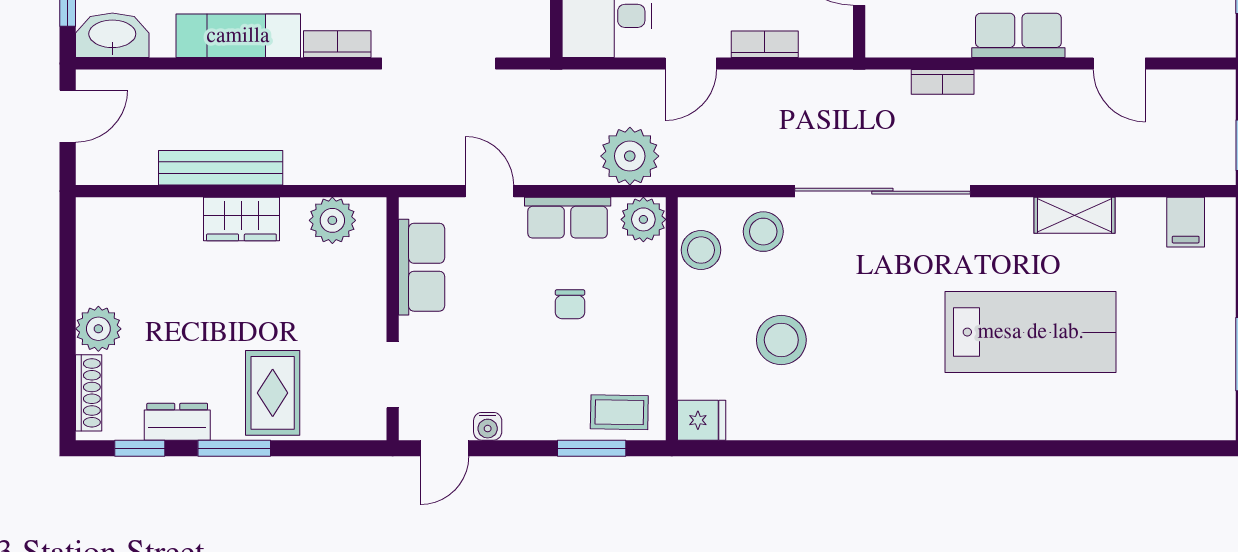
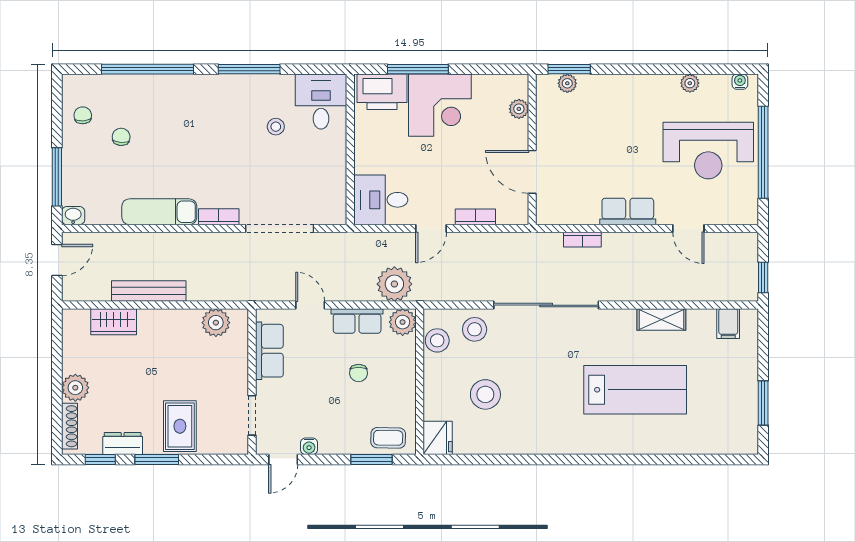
washbasin: (112, 35) -> (73, 216), width x0.52, depth x0.69
wardrobe: (241, 219) -> (114, 322), moved
fridge: (702, 420) -> (438, 438), width x1.38

